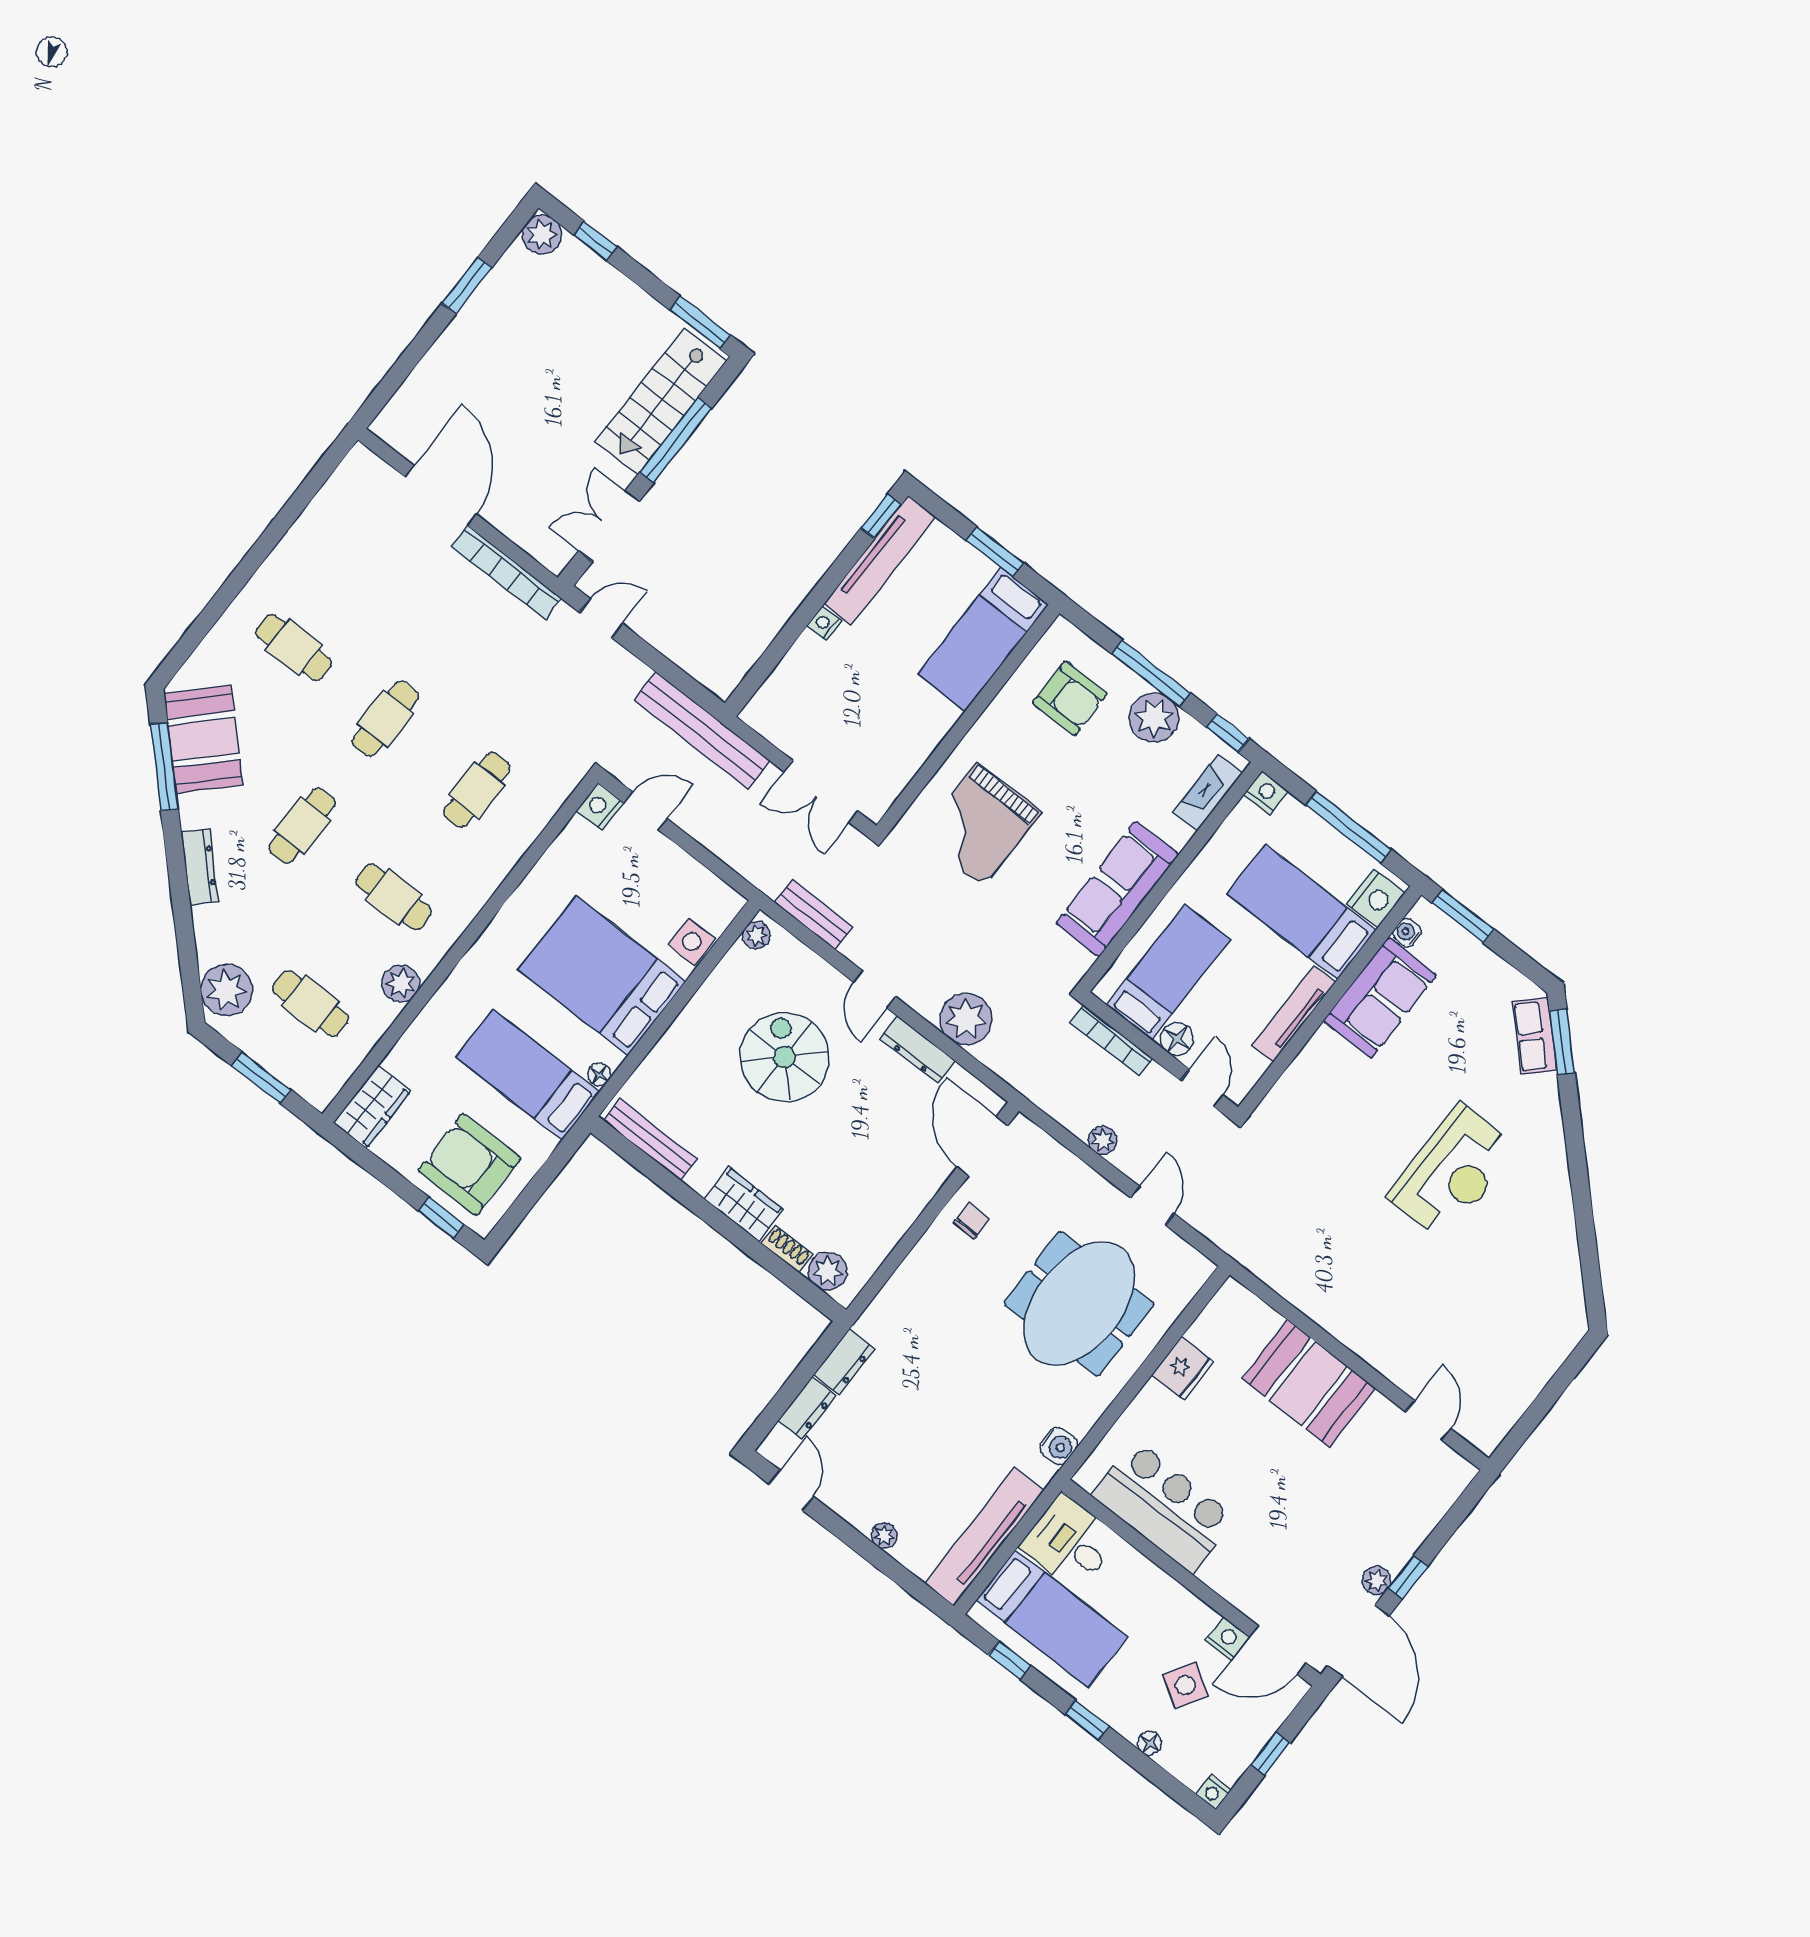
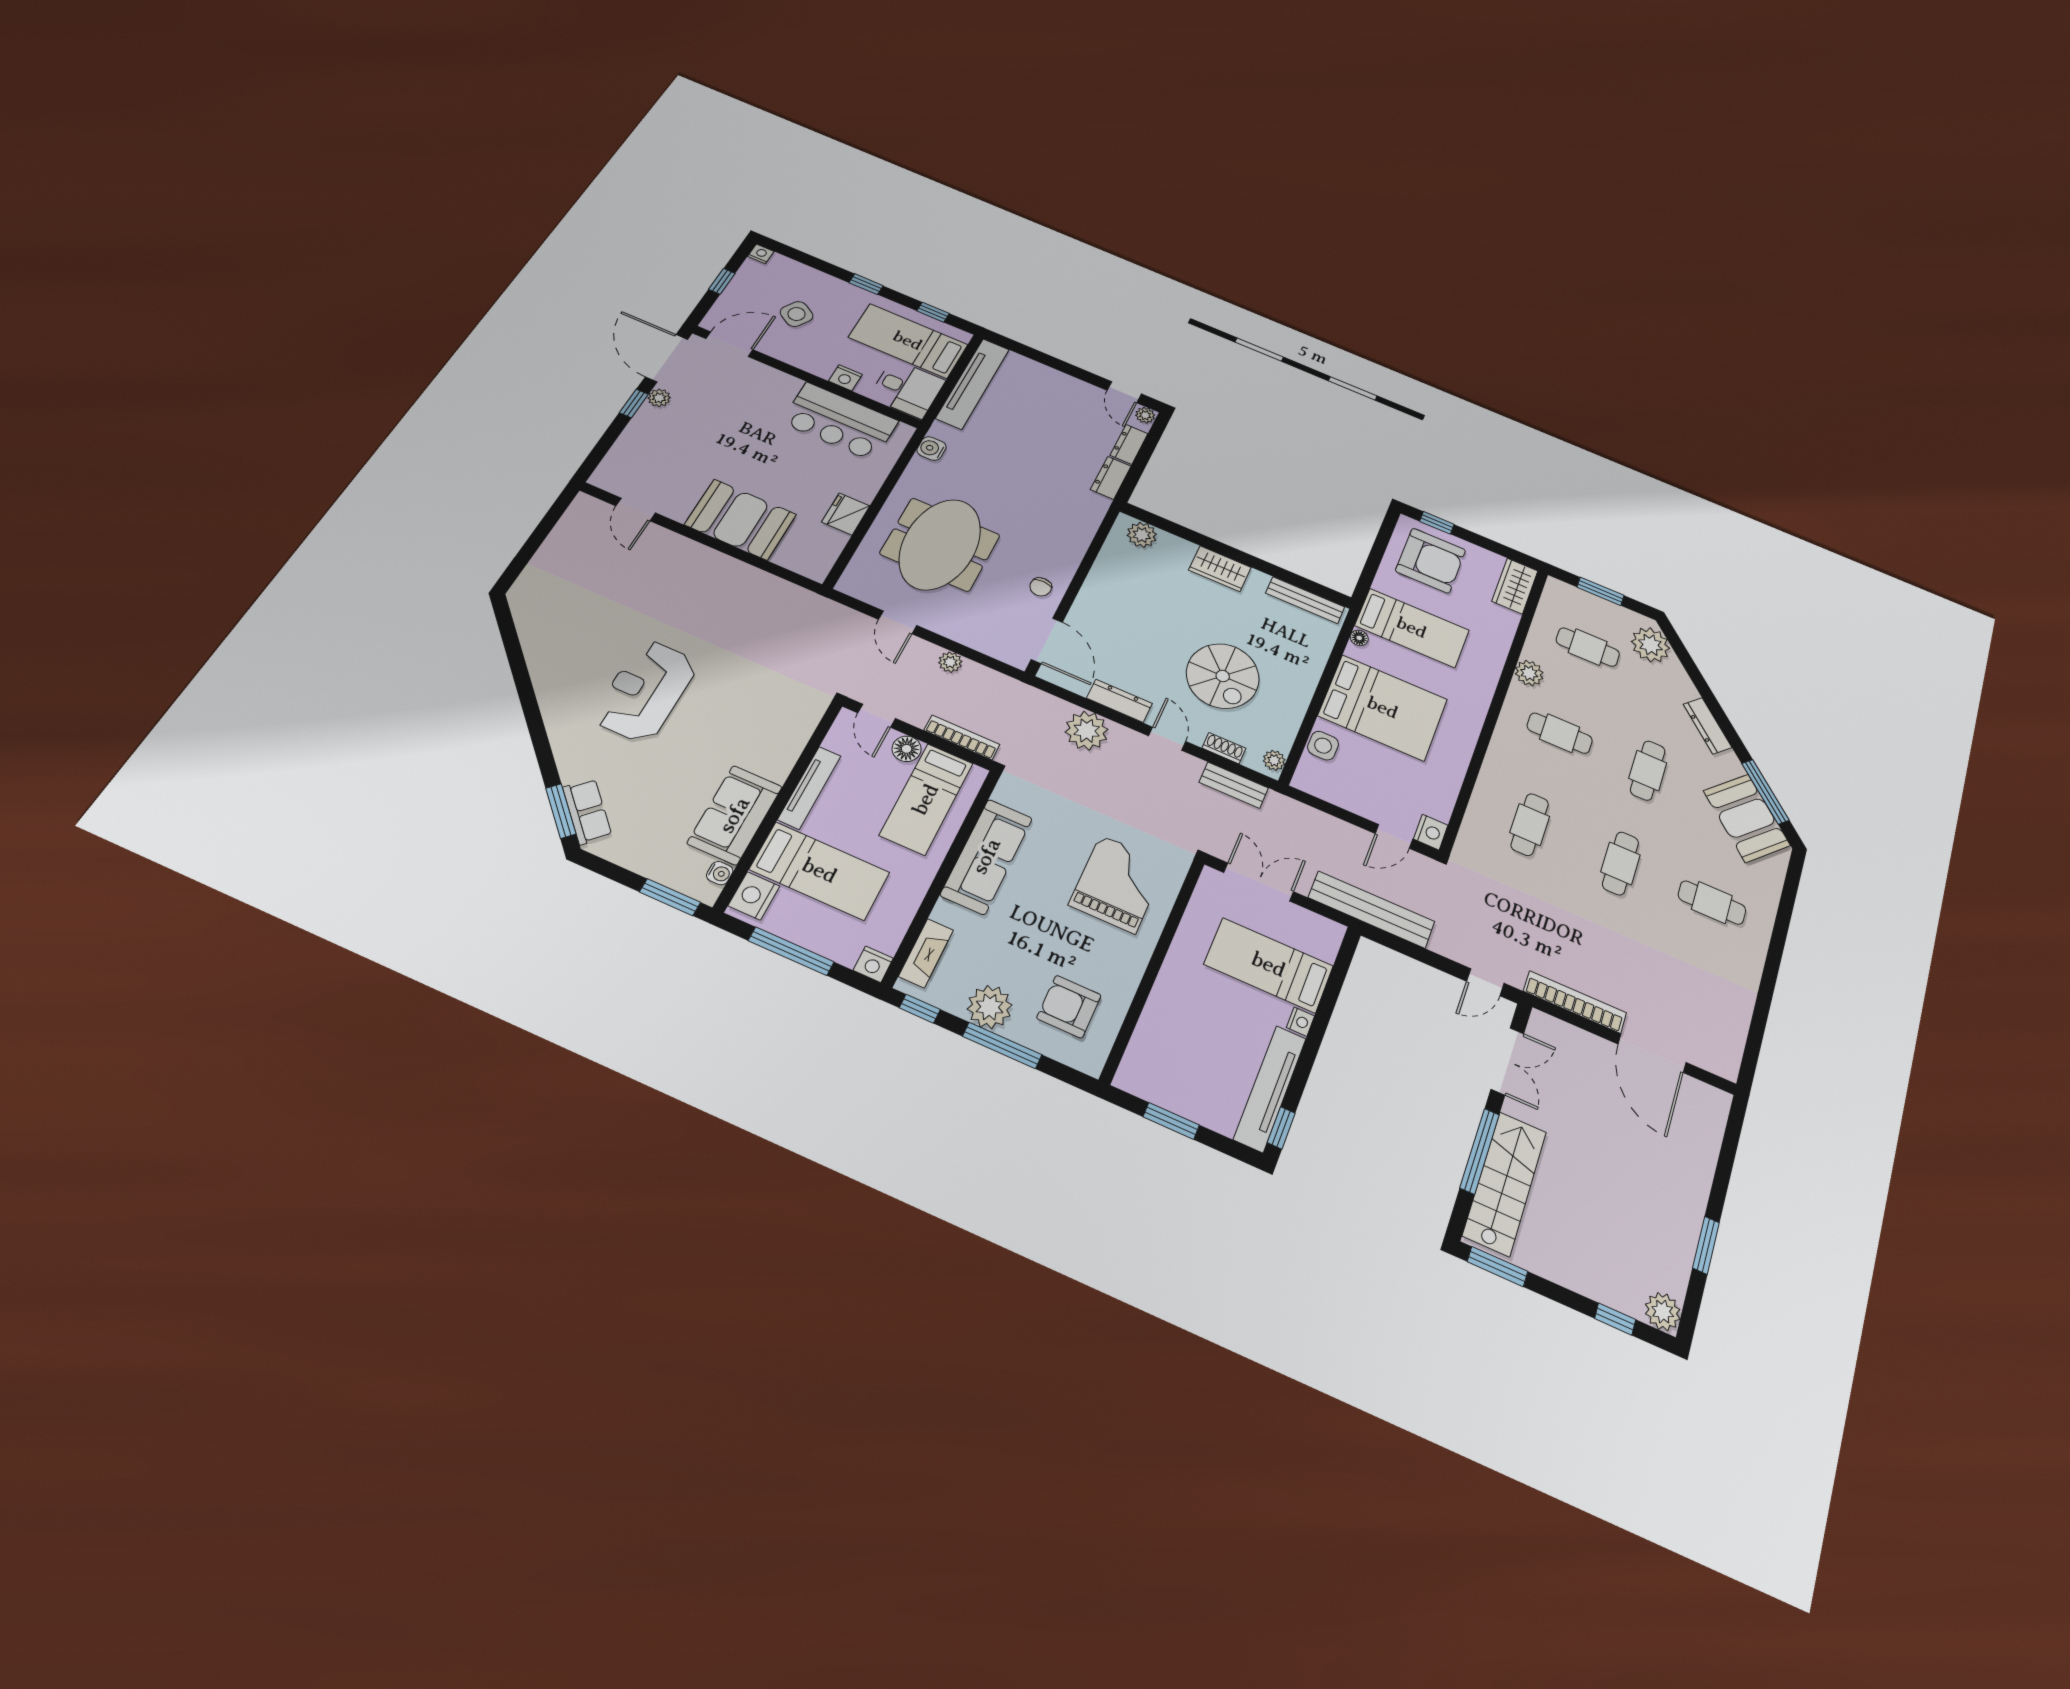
bed: (983, 639) -> (1269, 965), moved, turned -90
shoe rack: (787, 1249) -> (1224, 748), moved, turned 180
plant: (884, 1535) -> (1145, 415), moved
nightstand: (1227, 1639) -> (845, 378), moved
floor lamp: (1149, 1743) -> (816, 277), removed

